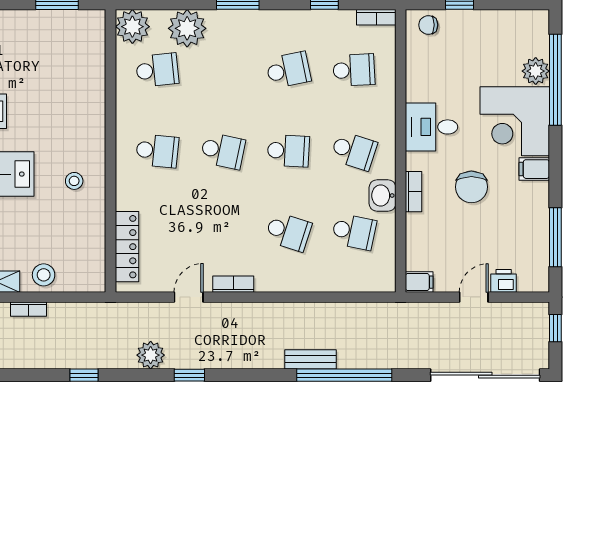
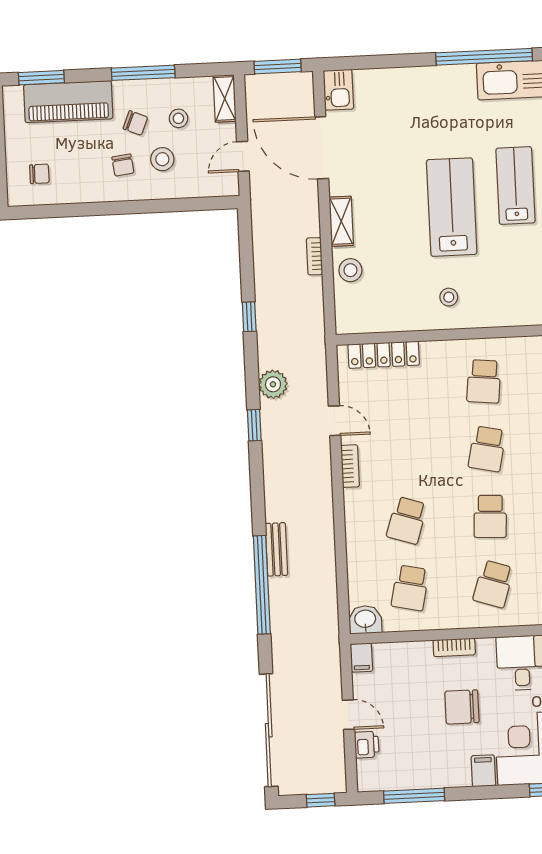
washbasin: (383, 196) -> (365, 620), moved

